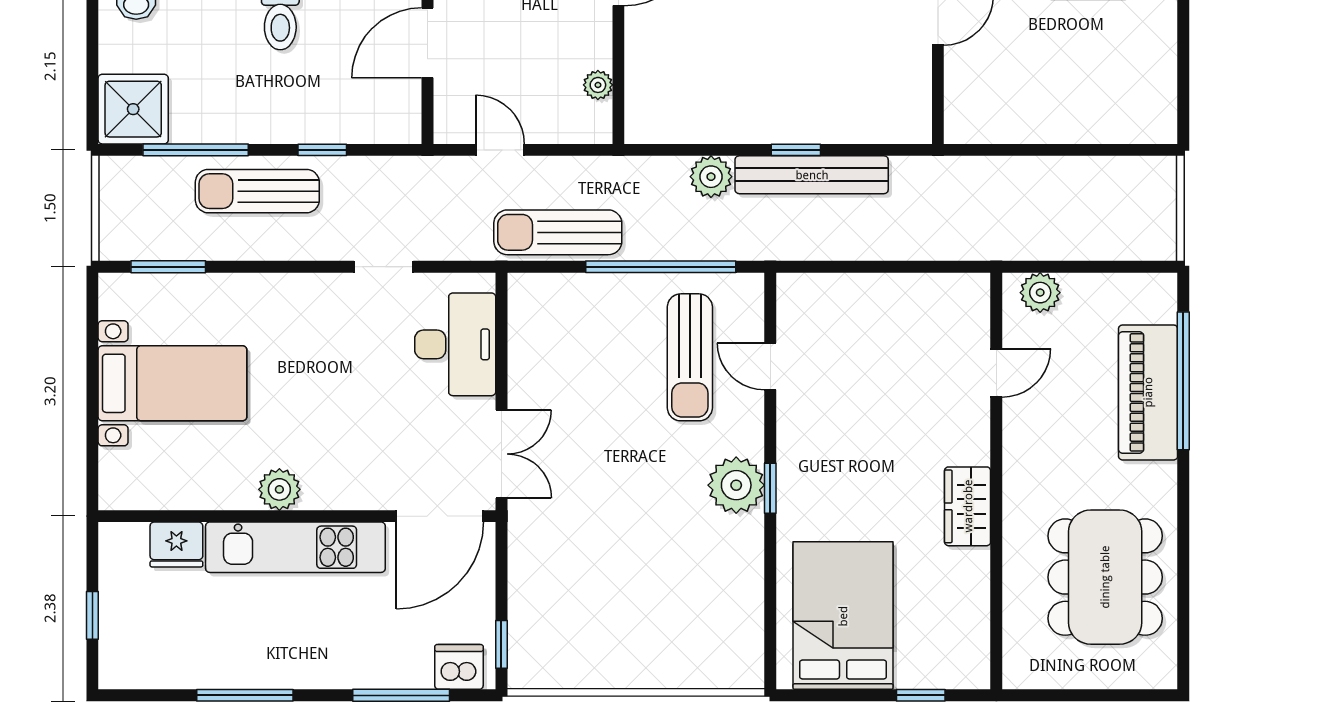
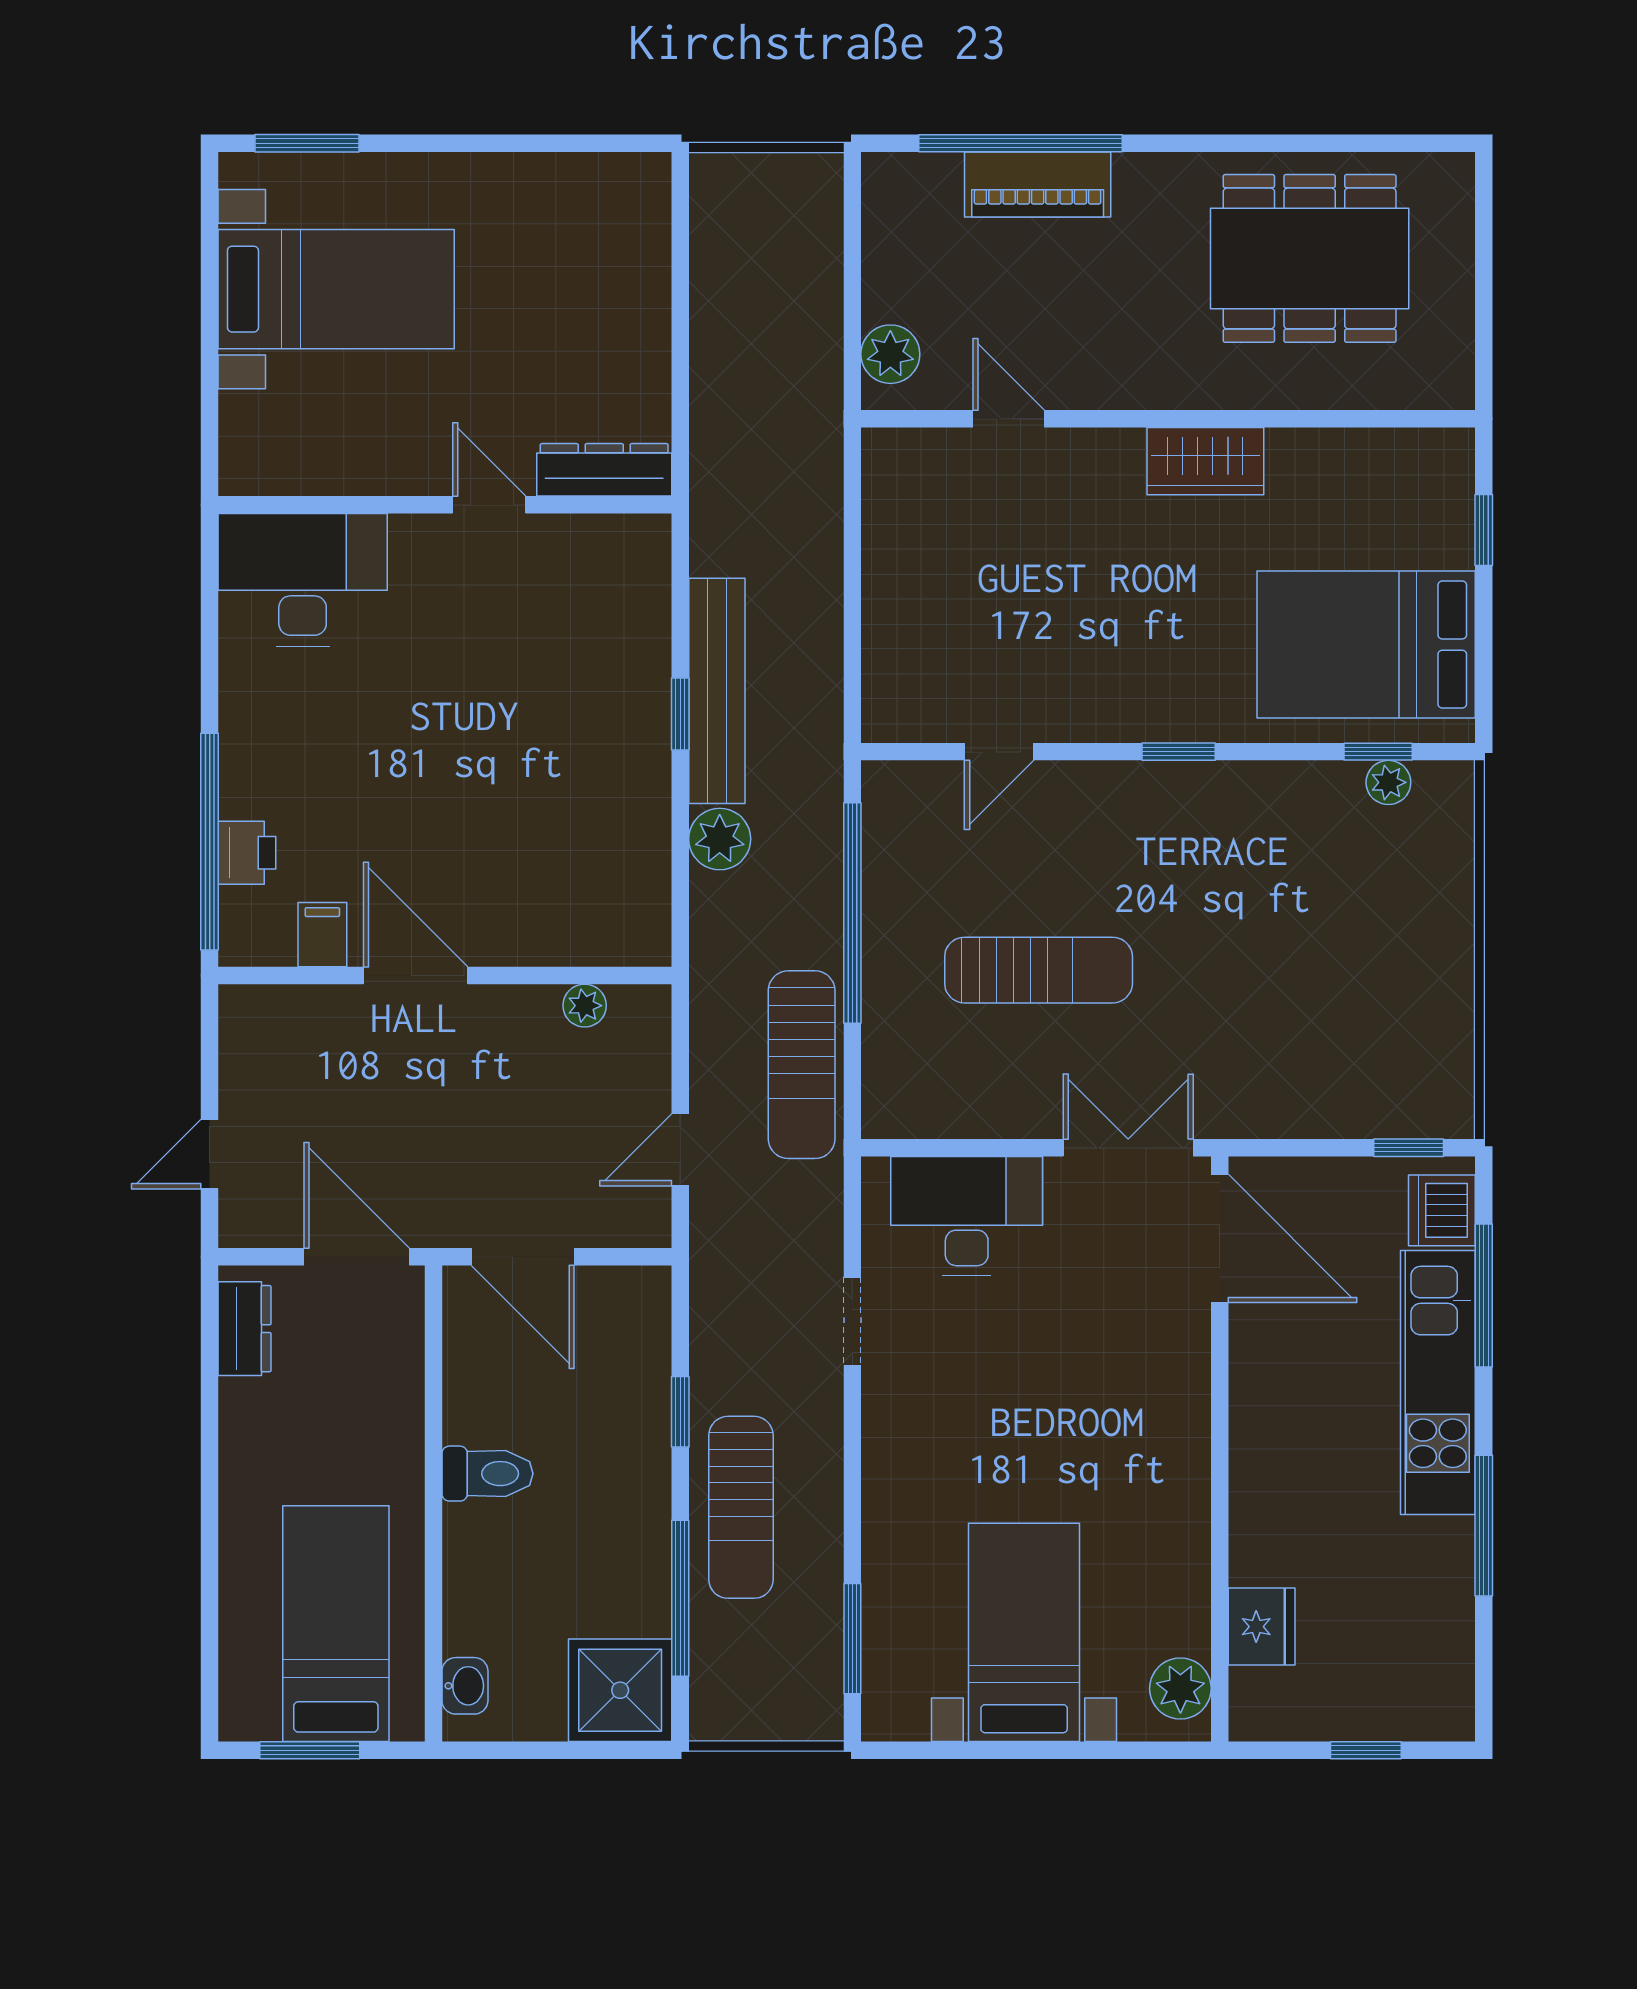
dresser: (962, 98) -> (604, 470), added
sun lounger: (690, 357) -> (1039, 970), moved
piano: (1148, 392) -> (1038, 184), width x0.73, depth x0.75
plant: (736, 485) -> (1388, 782), moved, width x0.53, depth x0.53
plant: (279, 489) -> (1180, 1688), moved
kitchen unit: (295, 547) -> (1438, 1383), moved, turned 180
window: (770, 624) -> (1378, 752), added

